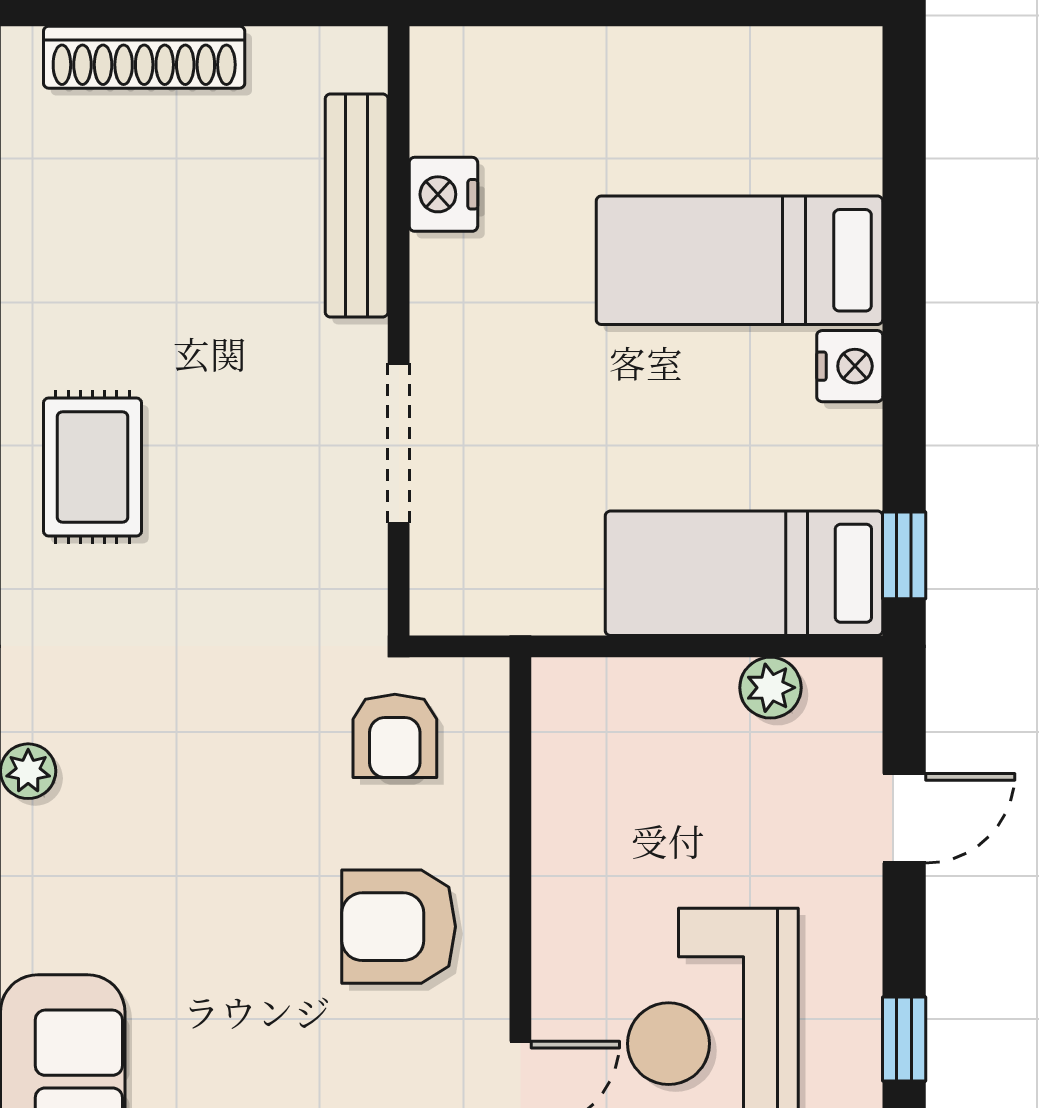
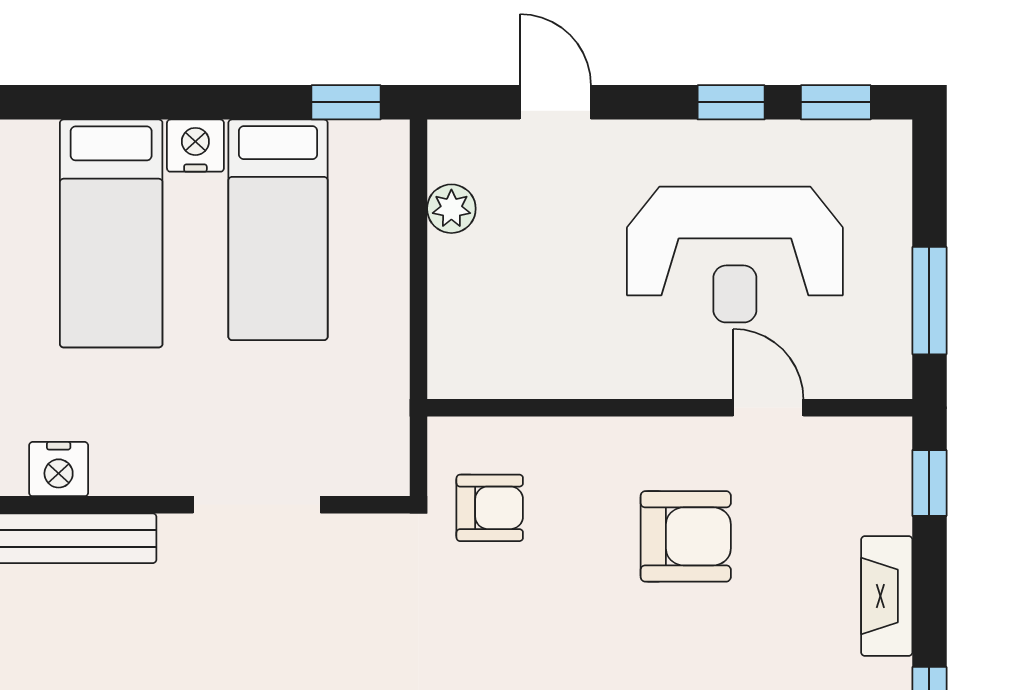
bed: (744, 573) -> (278, 230), moved
armchair: (399, 927) -> (686, 536), moved, turned -90

